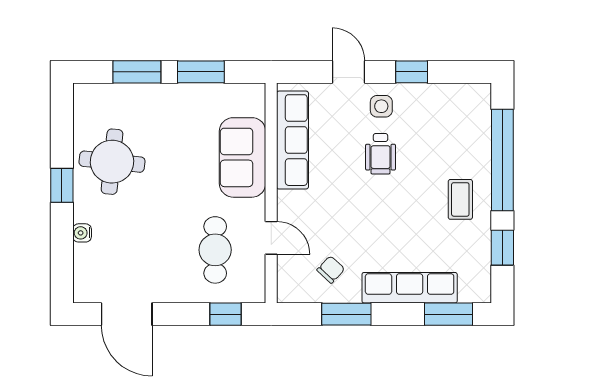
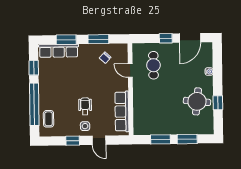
sofa: (243, 157) -> (143, 104), removed
window: (62, 185) -> (218, 103), moved
coffee table: (460, 199) -> (49, 119), moved
row of seats: (410, 288) -> (59, 51), moved
door: (127, 314) -> (190, 38), swing flipped
window: (225, 314) -> (166, 38), moved
window: (448, 314) -> (66, 40), moved

